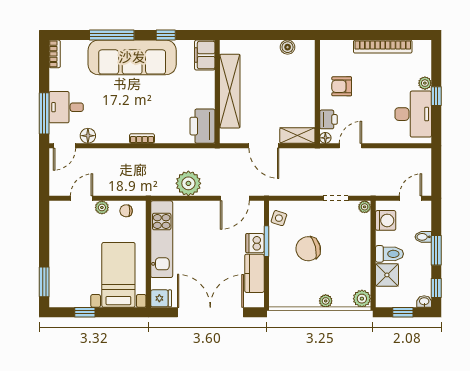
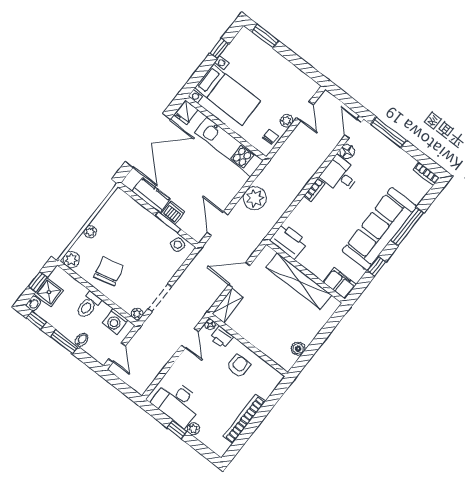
desk: (66, 107) -> (340, 175), moved, turned -90
doorway: (336, 198) -> (160, 298), width x1.38
chair: (308, 249) -> (109, 271), moved
shower: (387, 275) -> (49, 292), moved

